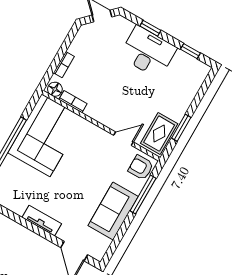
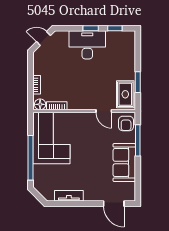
window: (150, 28) -> (91, 28), moved
door: (123, 139) -> (104, 111), swing flipped
armchair: (141, 167) -> (126, 123), turned -90
tv unit: (42, 221) -> (69, 196), moved

